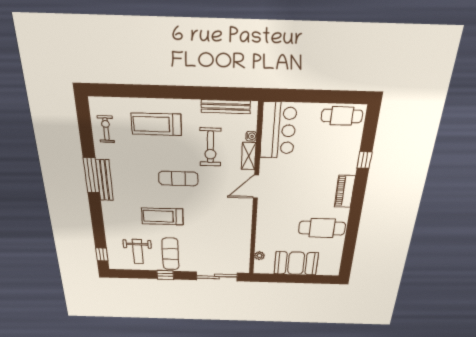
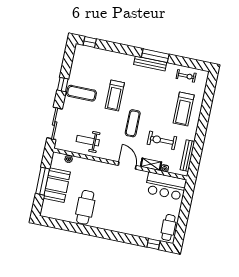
treadmill: (156, 124) -> (184, 109), turned 180
window: (364, 160) -> (153, 244), moved
exercise mat: (178, 179) -> (133, 123), moved
piano: (345, 191) -> (113, 225), removed
treadmill: (162, 216) -> (115, 96), turned 180
weight bench: (138, 251) -> (88, 141), moved
window: (293, 279) -> (43, 181), added

